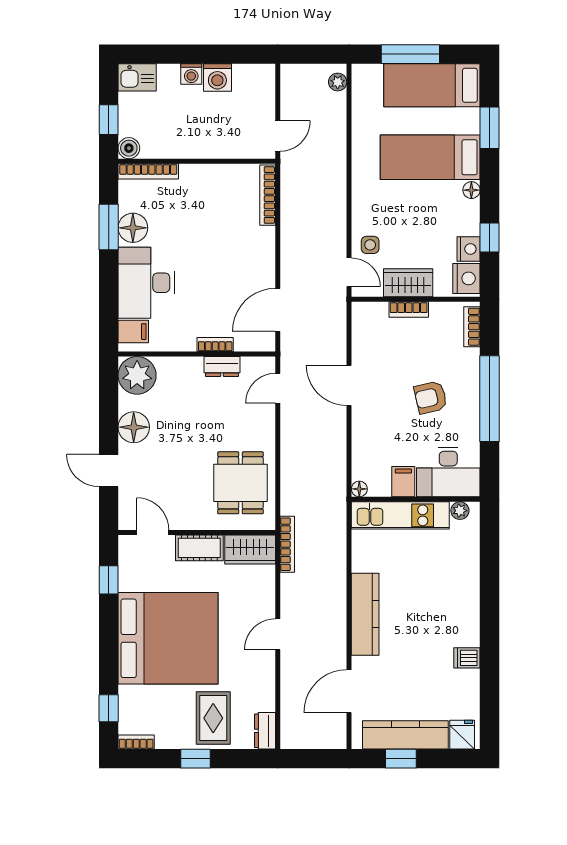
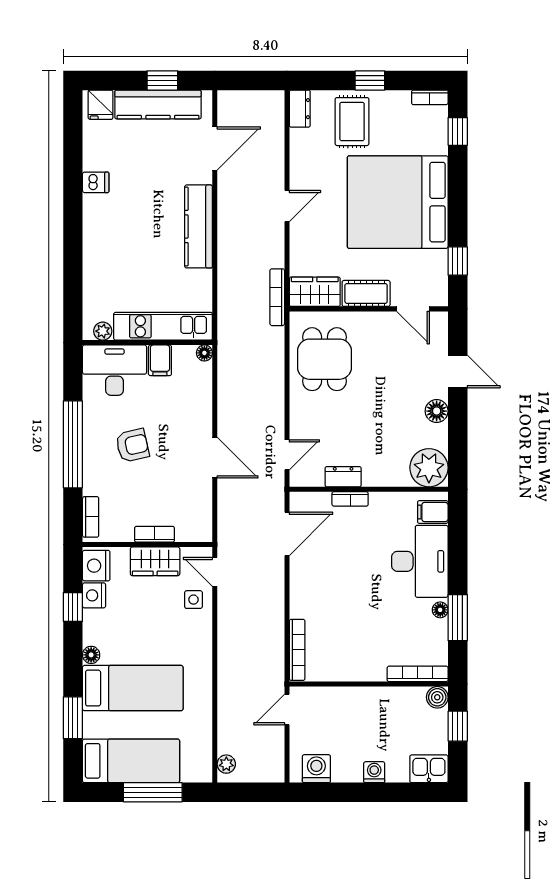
washing machine: (217, 77) -> (316, 769), moved
floor lamp: (133, 228) -> (440, 610), width x0.53, depth x0.53
floor lamp: (134, 427) -> (437, 411), width x0.73, depth x0.73

